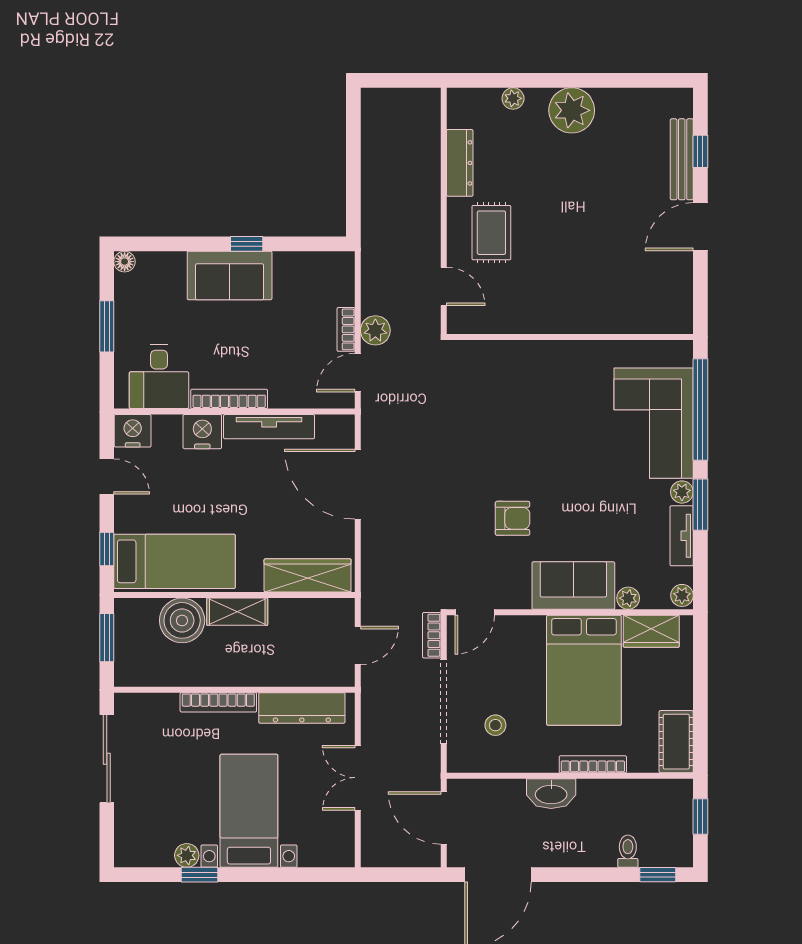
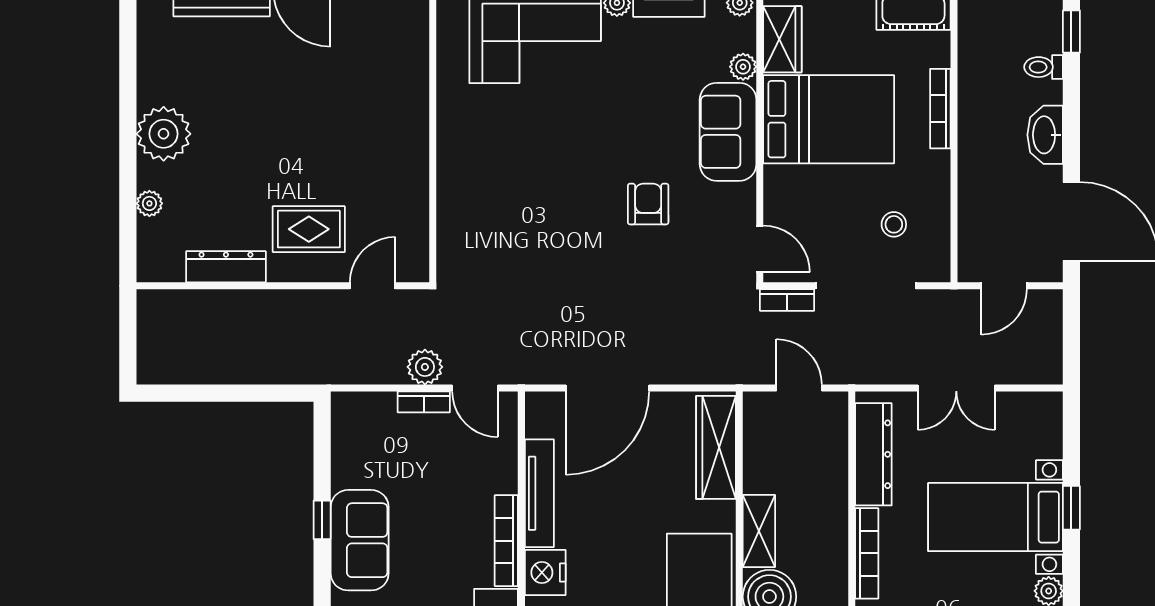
washbasin: (551, 794) -> (1045, 135), moved, turned 180
door: (444, 818) -> (1004, 286), width x0.73
window: (200, 875) -> (1071, 508), moved

